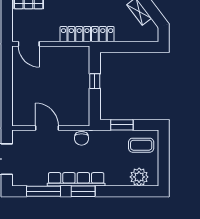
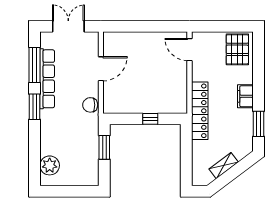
door: (29, 44) -> (189, 50), hinge flipped
coffee table: (141, 145) -> (83, 168), removed
row of seats: (76, 179) -> (47, 79), moved

